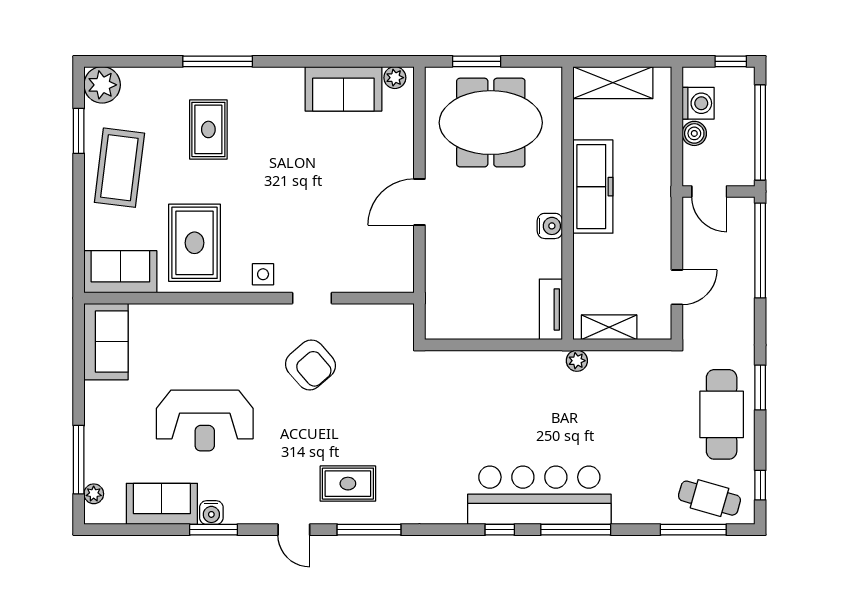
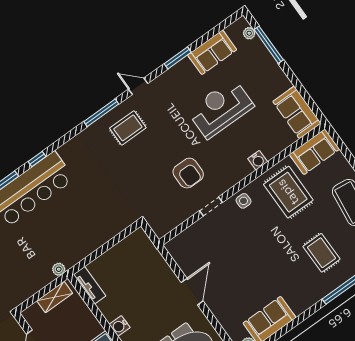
armchair: (310, 365) -> (188, 173), turned -139
water cooler: (211, 513) -> (258, 160), moved, turned 180

